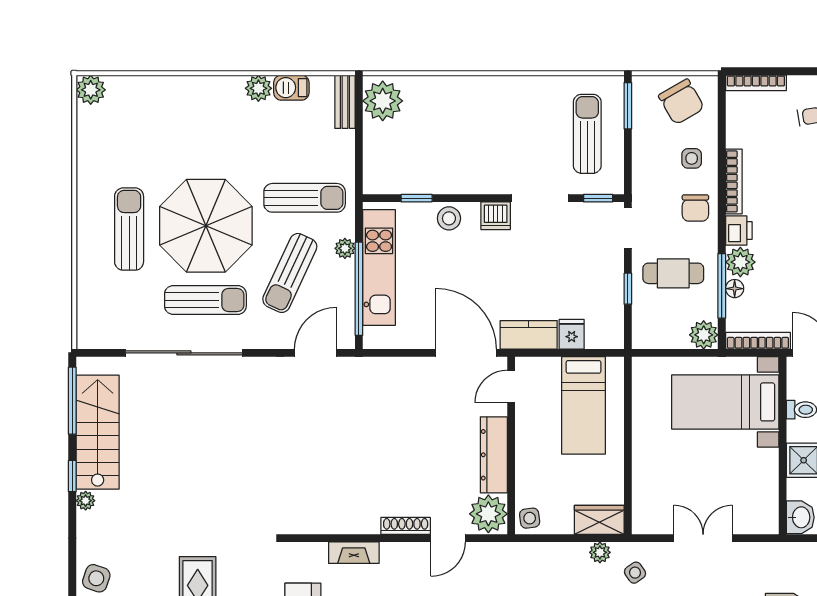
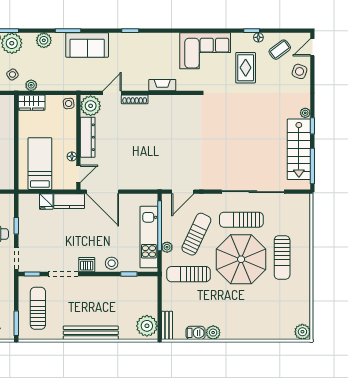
bench: (488, 88) -> (91, 333), added
sun lounger: (587, 134) -> (38, 308), turned 180
floor lamp: (524, 419) -> (72, 156), added

